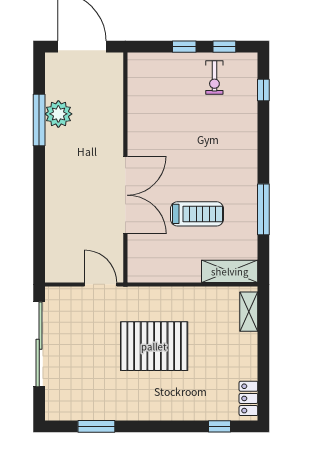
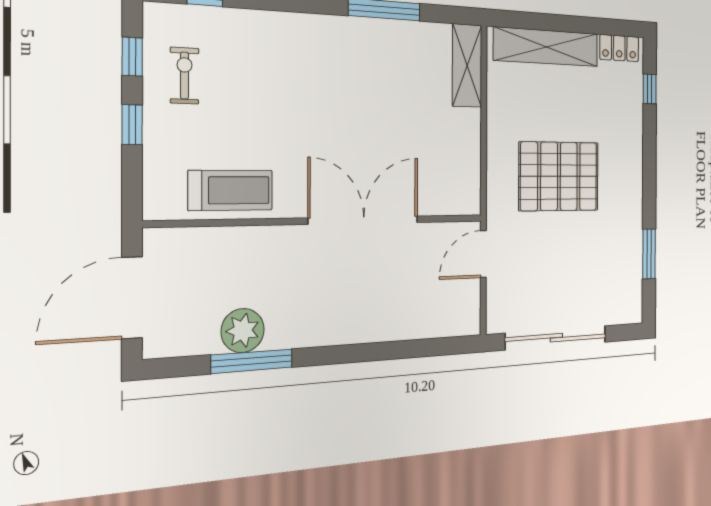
exercise bike: (214, 78) -> (185, 76), turned -90
treadmill: (197, 214) -> (231, 190), moved, turned 90
shelving: (249, 312) -> (546, 47), width x2.20, depth x1.33
pallet: (154, 346) -> (559, 176), turned 90

